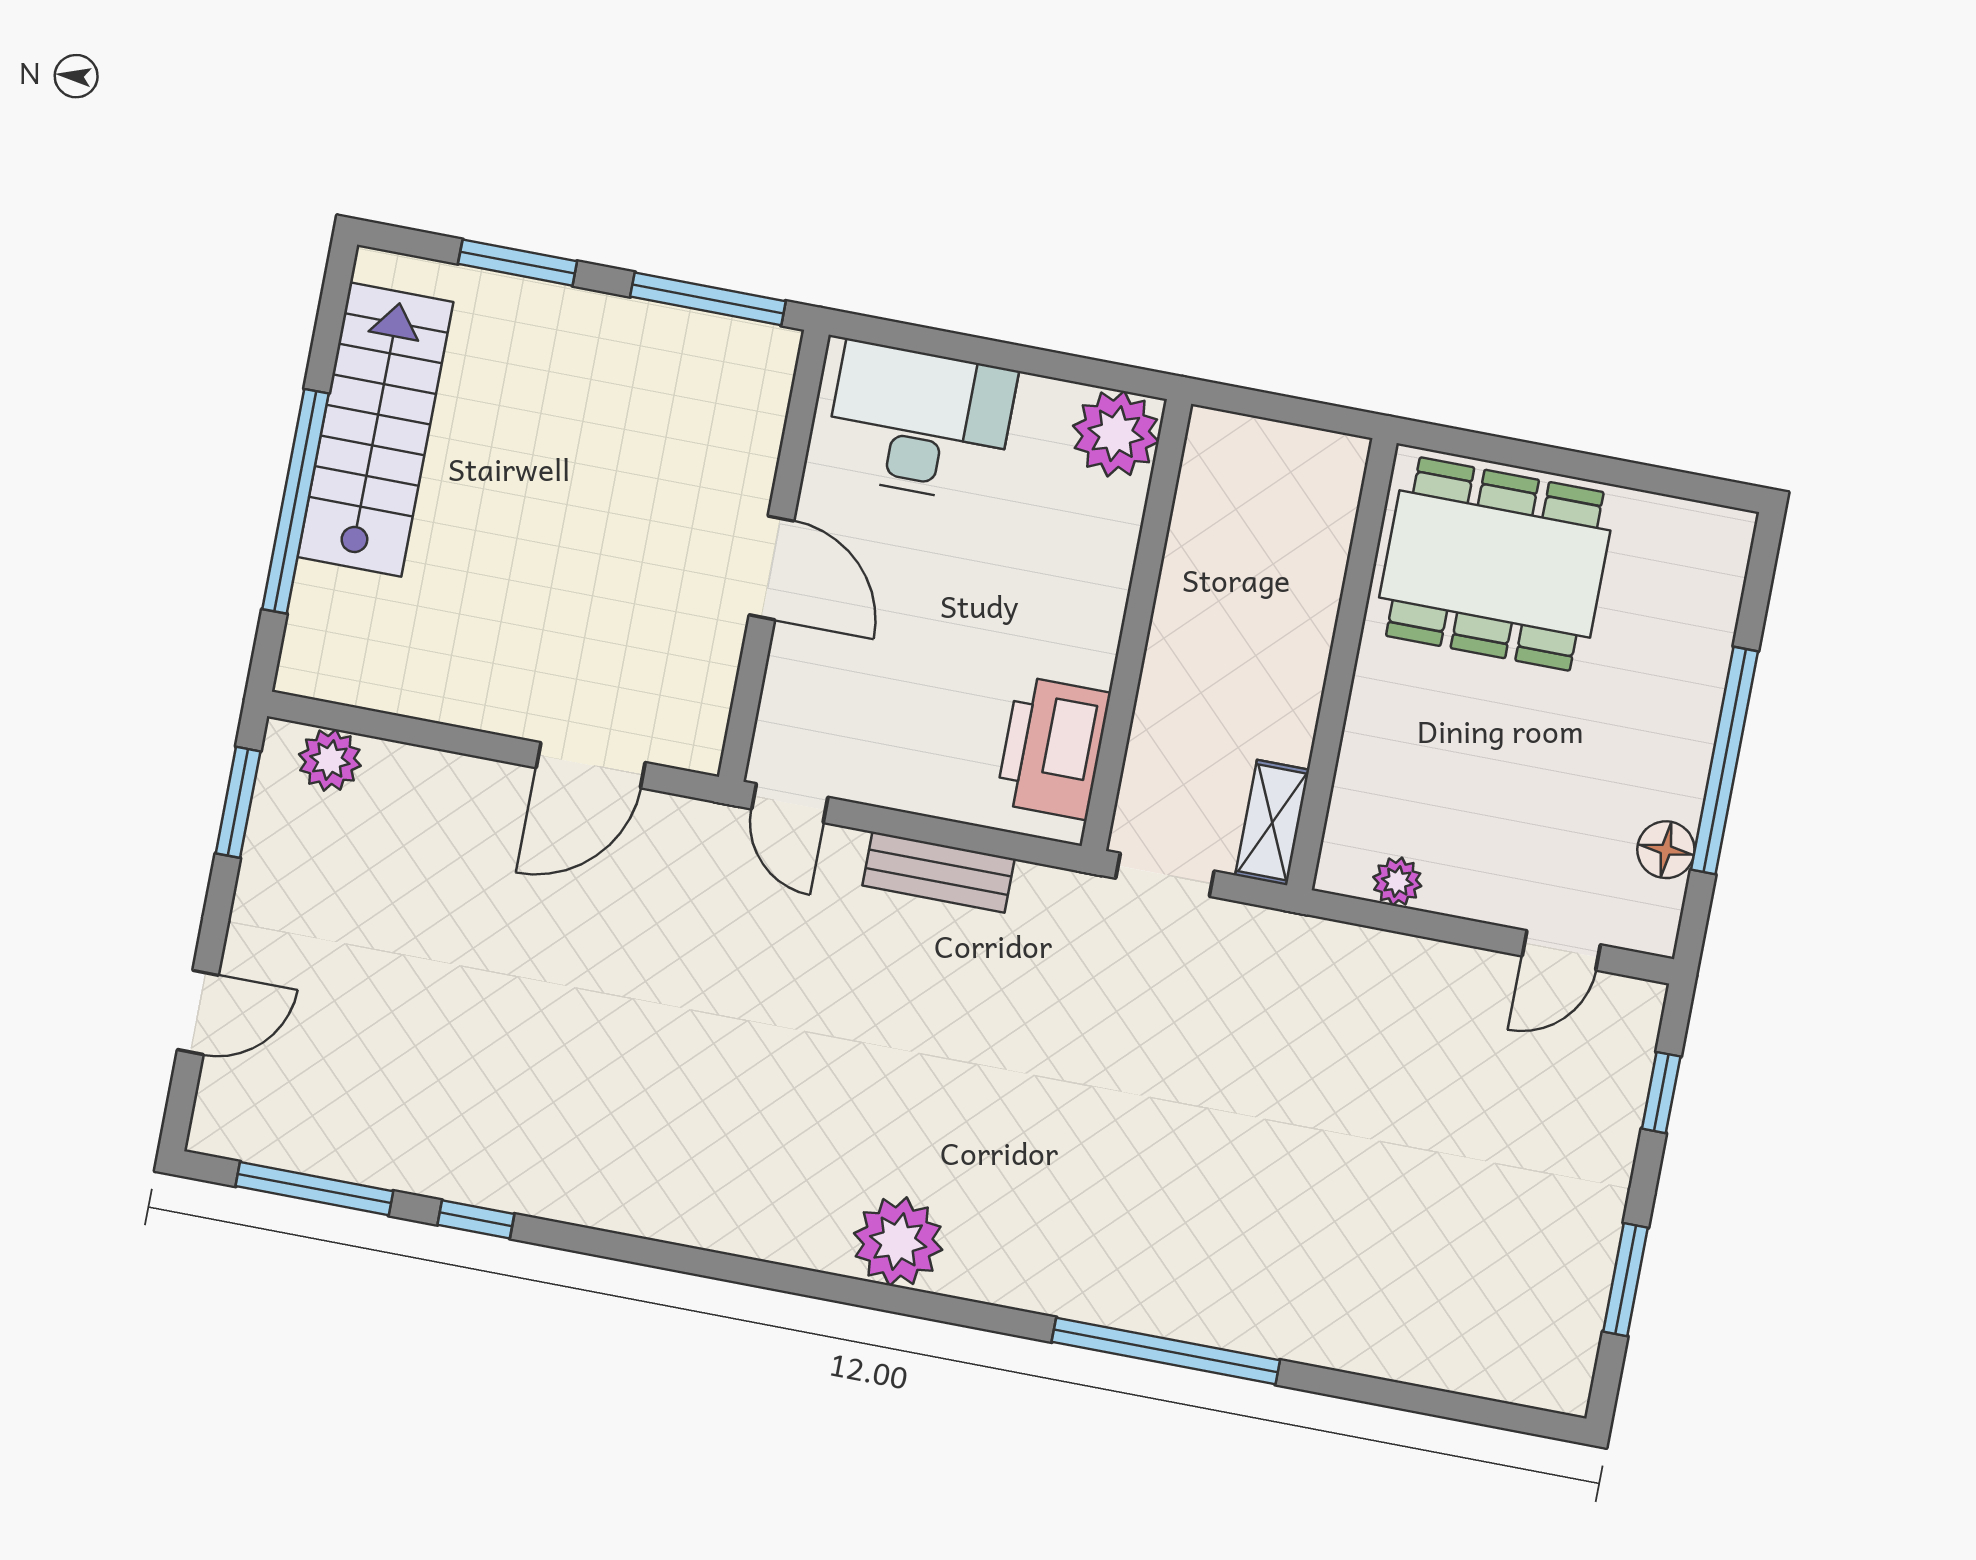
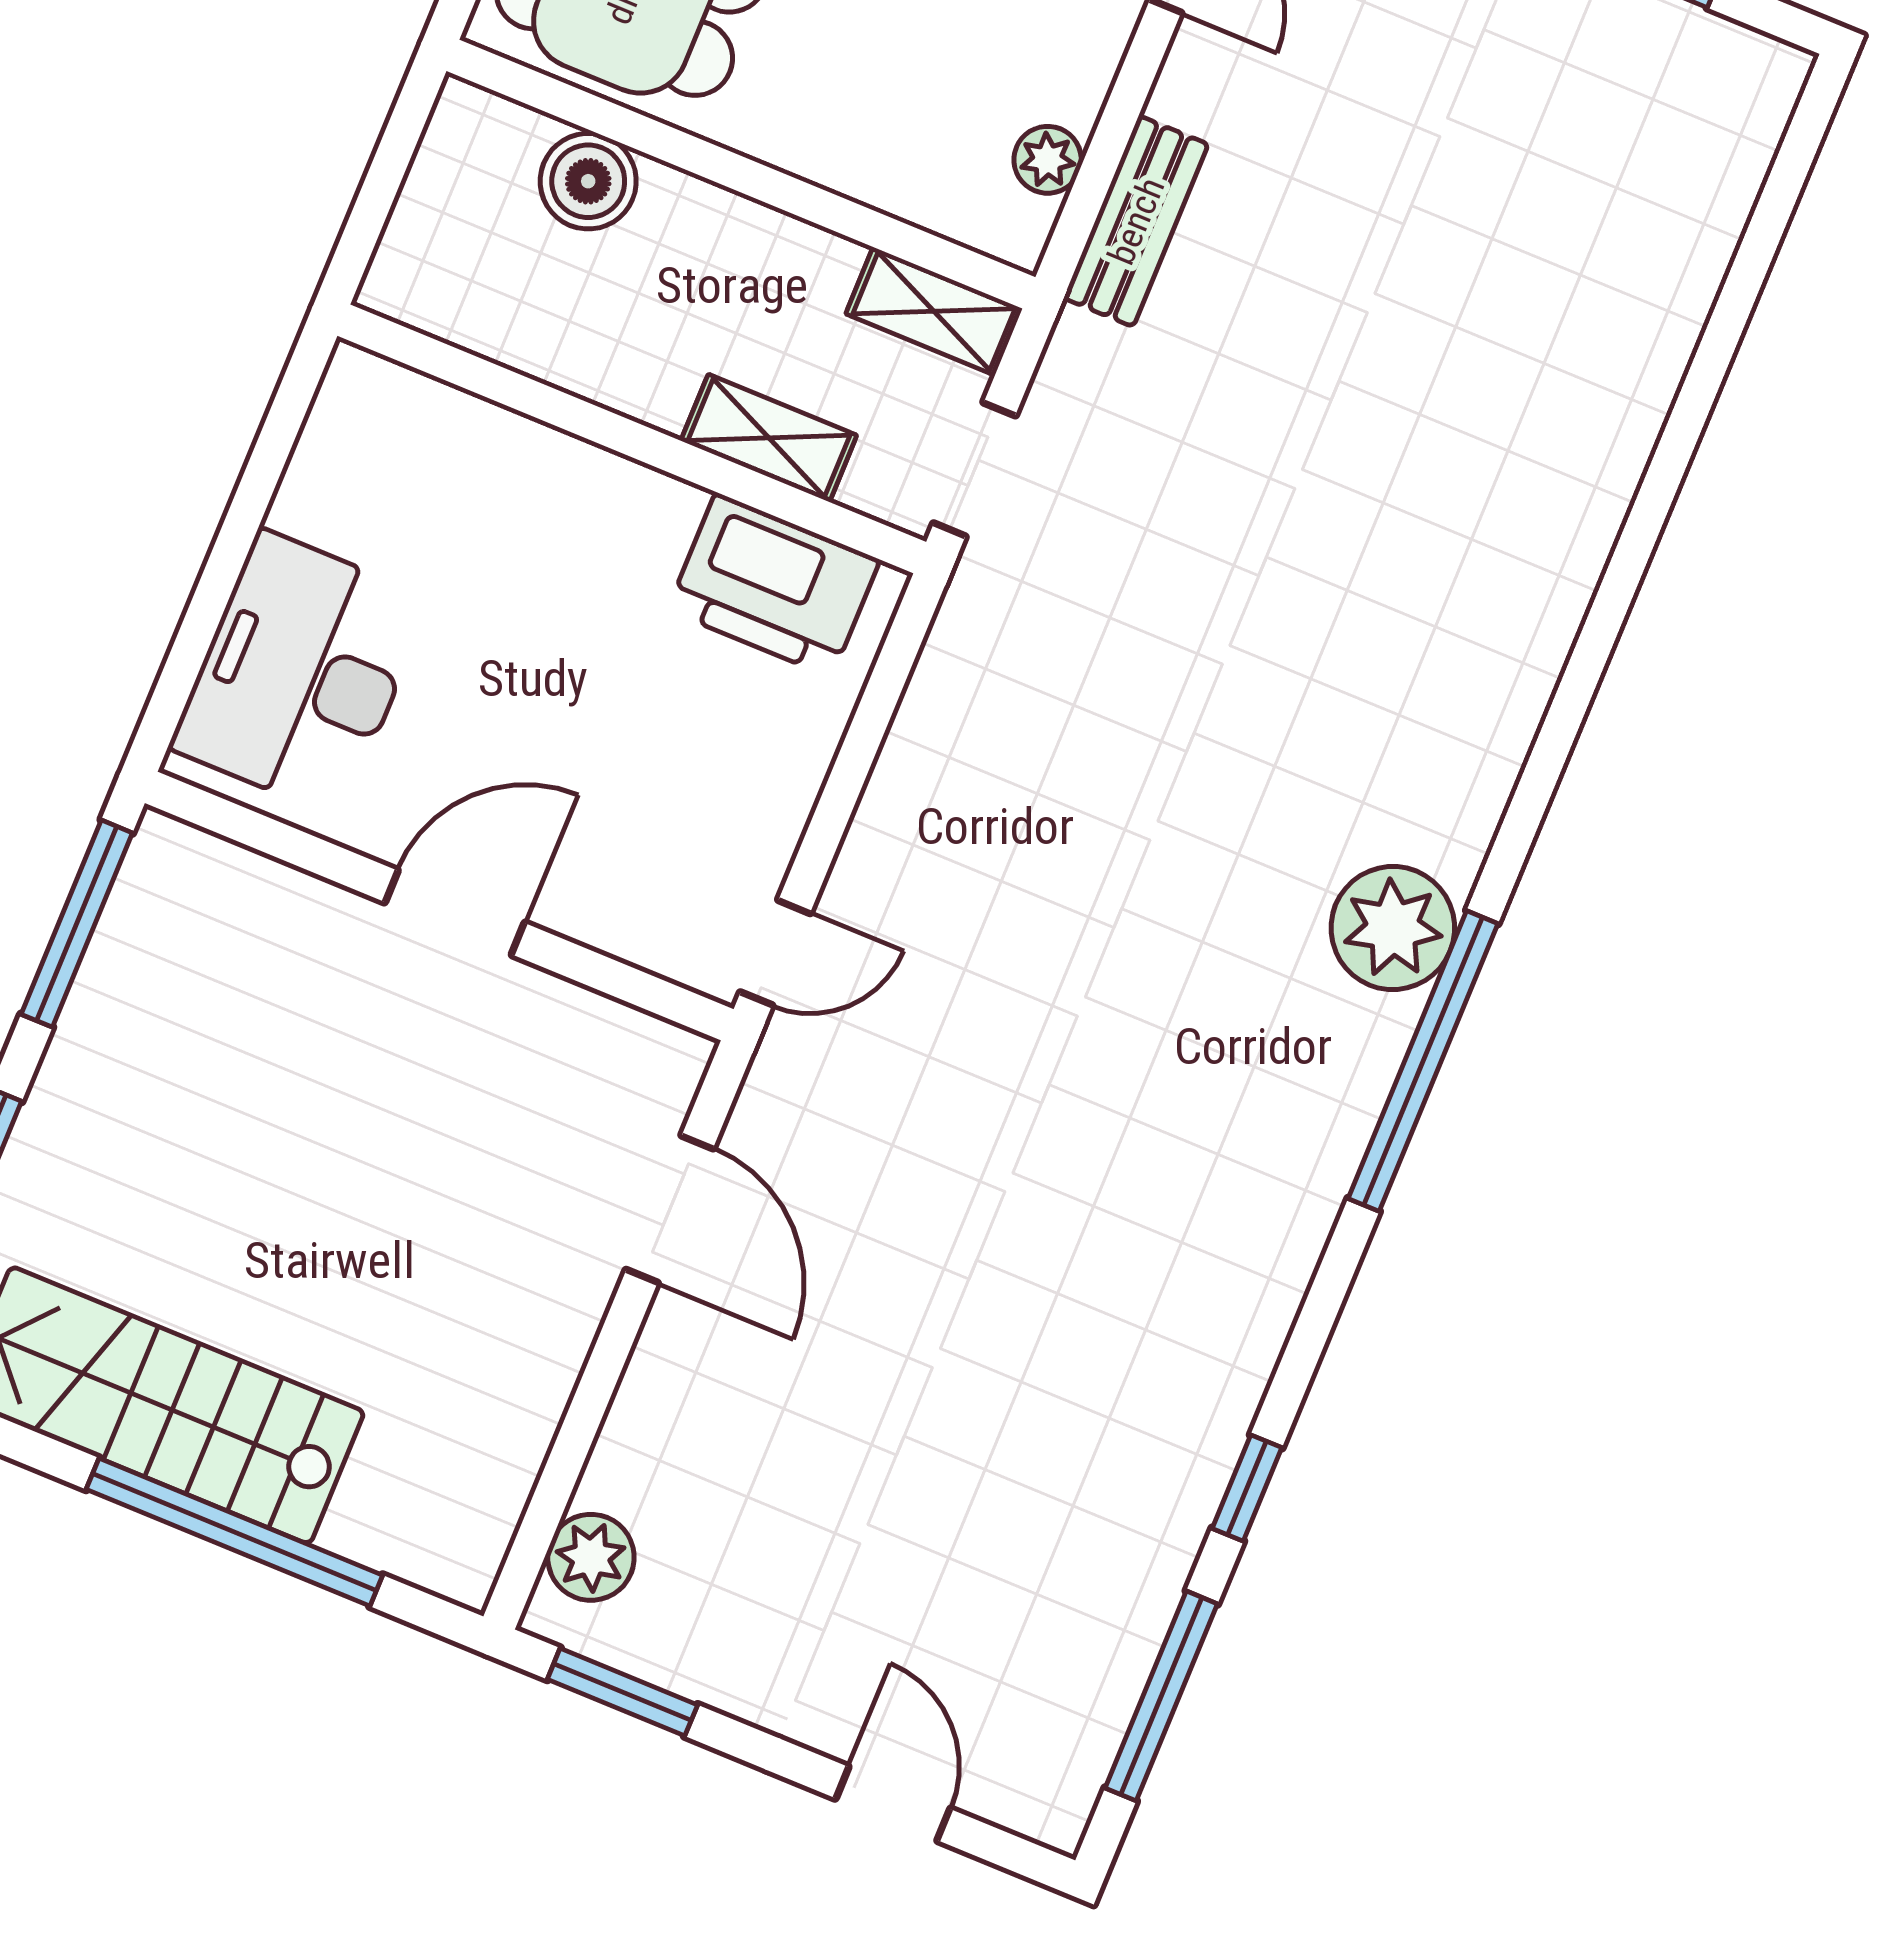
plant: (1116, 434) -> (370, 414), removed
boiler: (1314, 556) -> (588, 181), added
shelving: (1157, 723) -> (769, 438), added
bench: (939, 872) -> (1136, 221), moved
window: (1166, 1351) -> (1423, 1061), moved

